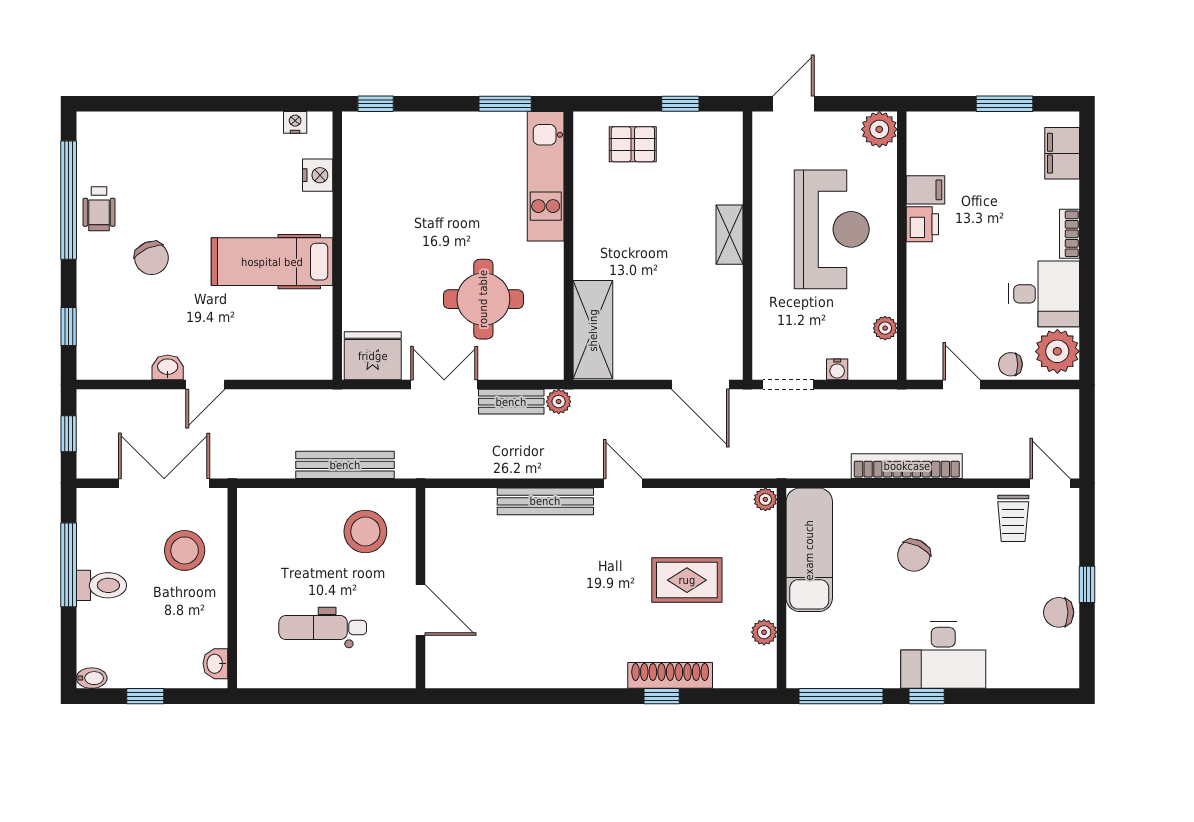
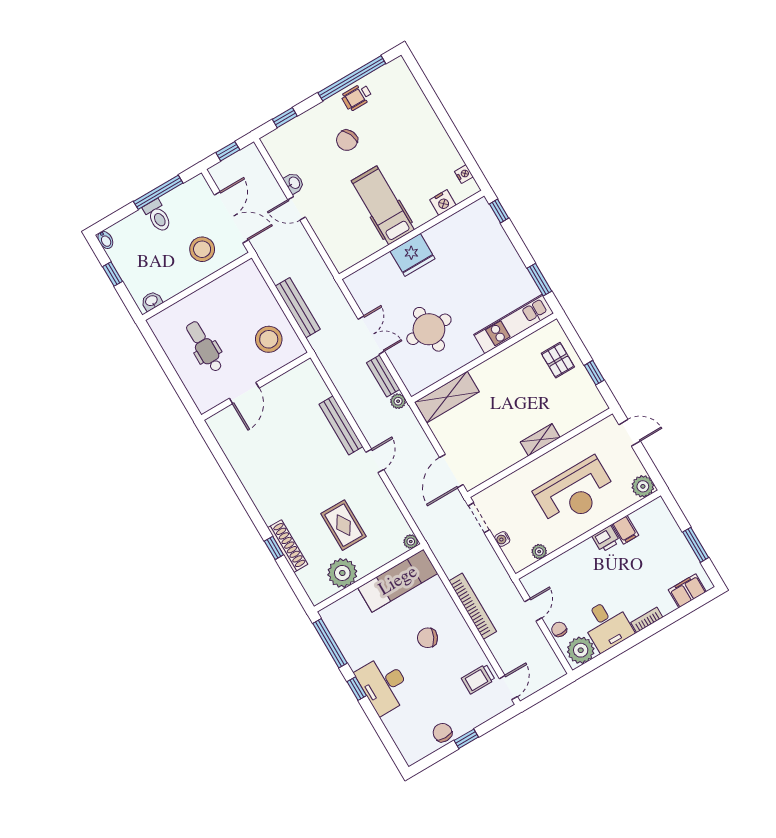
fridge: (373, 356) -> (413, 255), moved, turned 90
plant: (764, 632) -> (342, 573), width x1.88, depth x1.88

